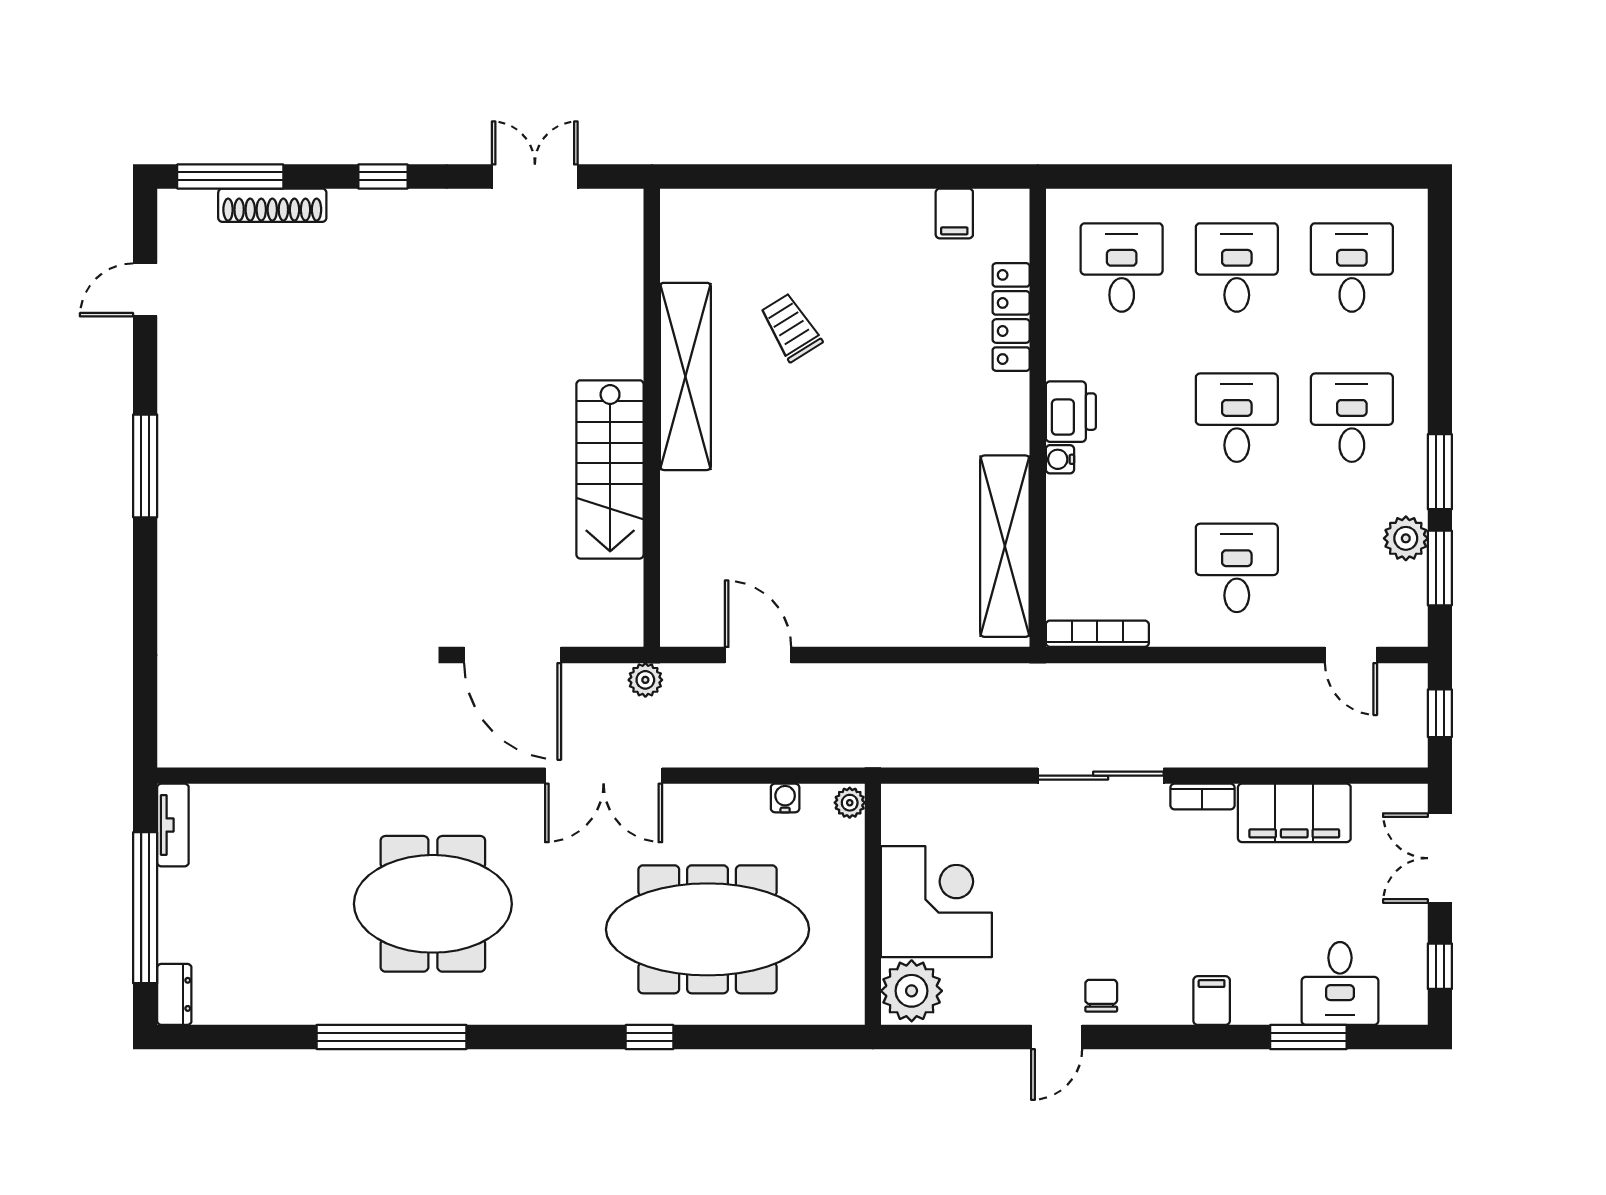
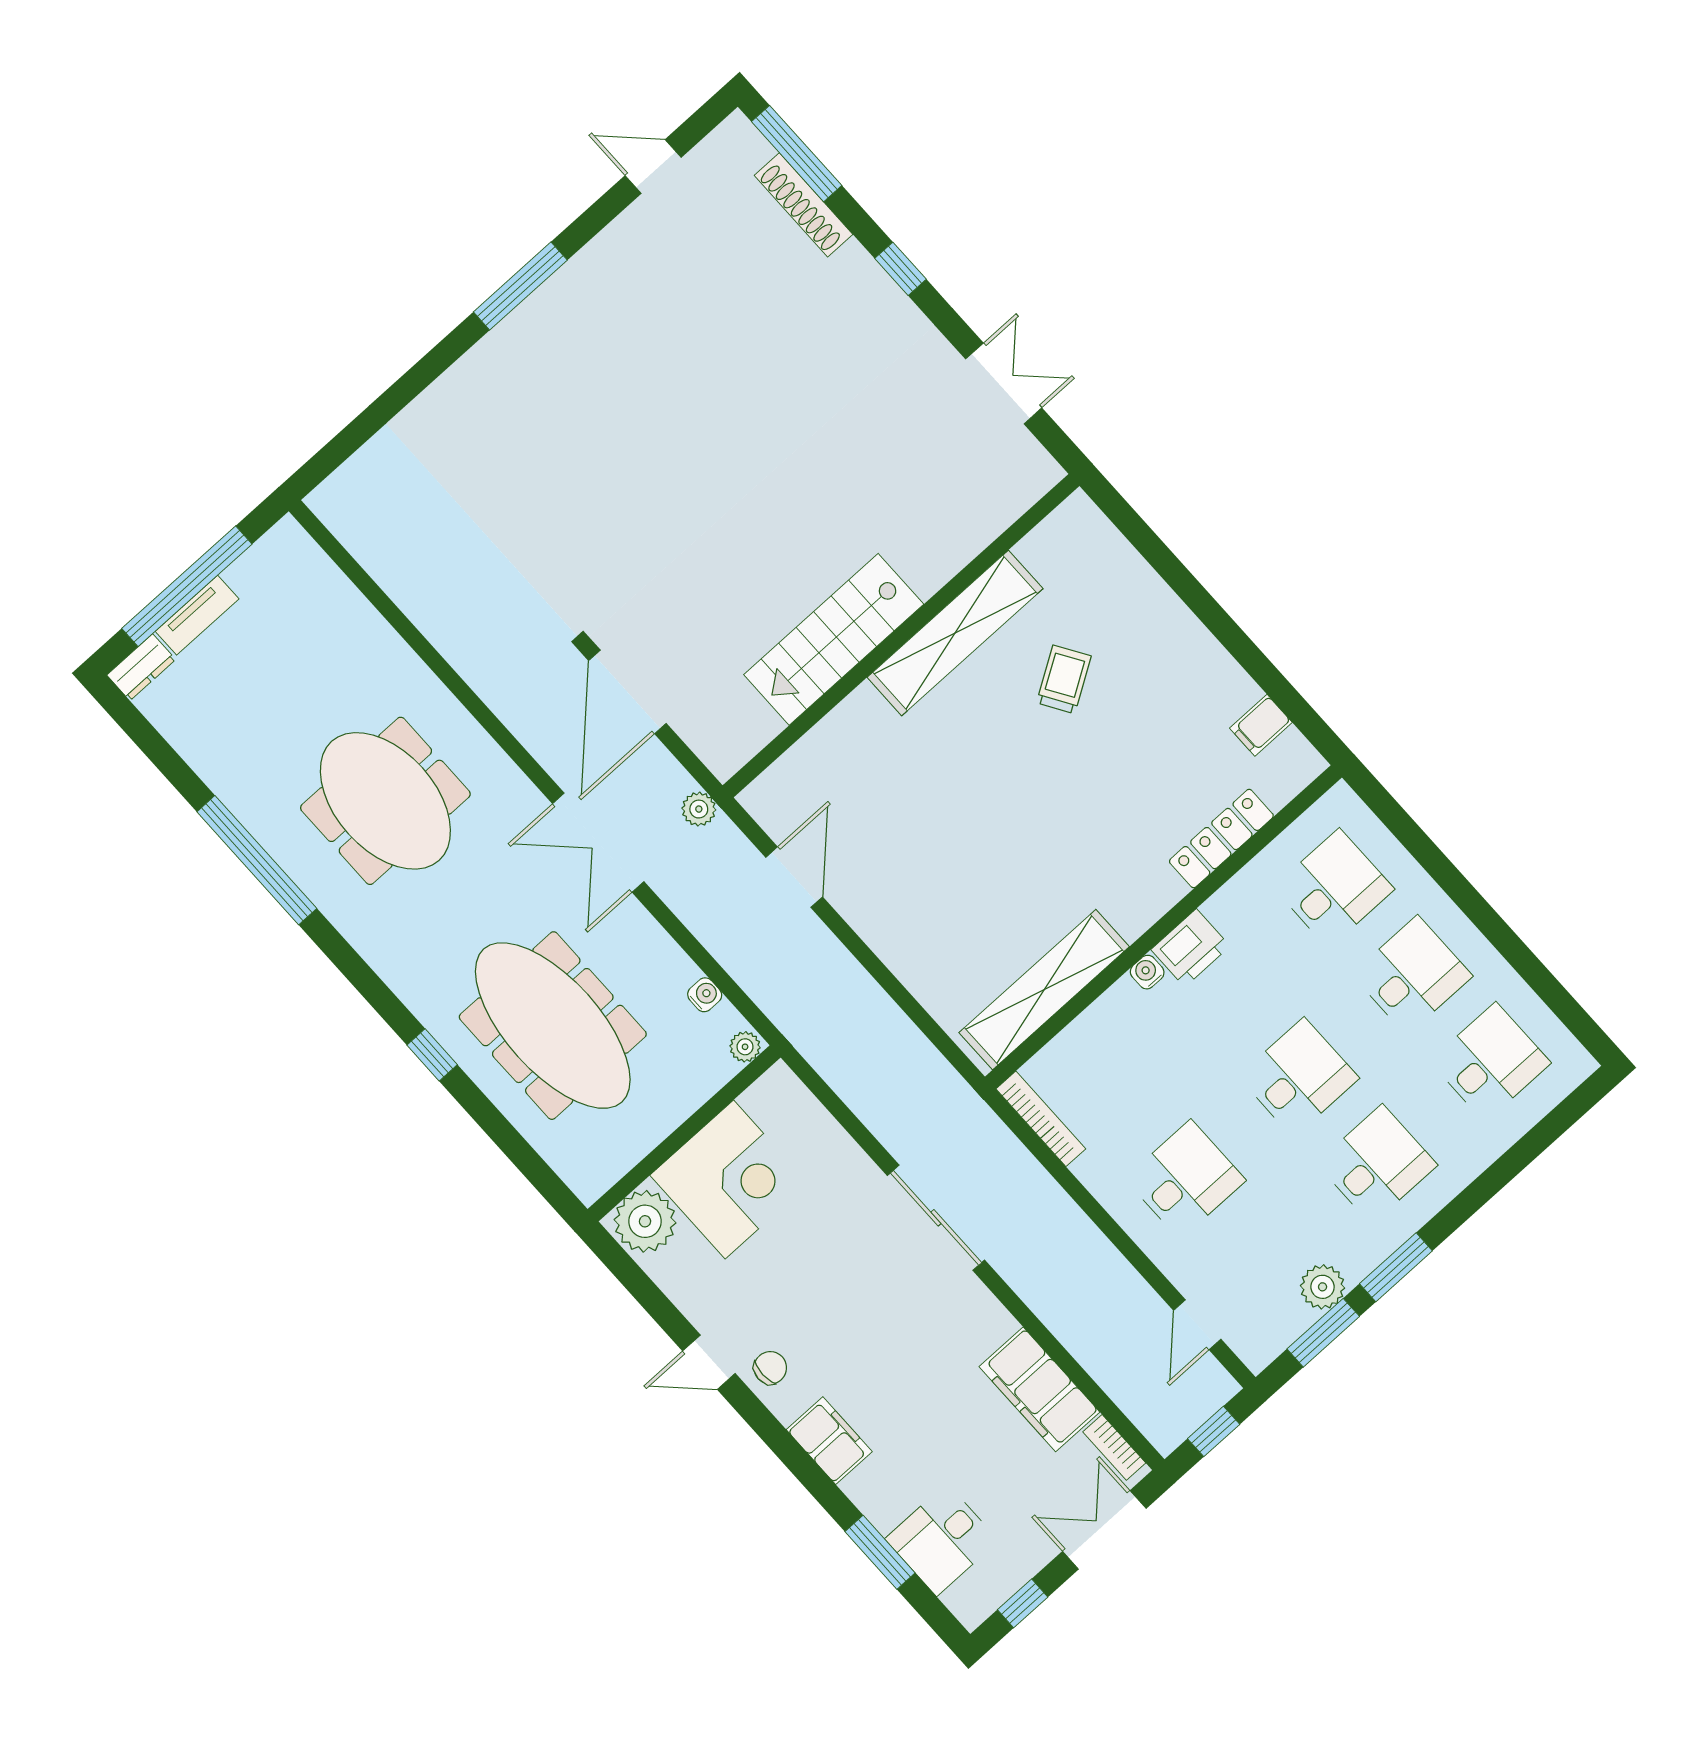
bookcase: (1202, 796) -> (1114, 1447), moved
tv unit: (173, 825) -> (197, 615), moved
filing cabinet: (1212, 1001) -> (829, 1441), width x2.00

